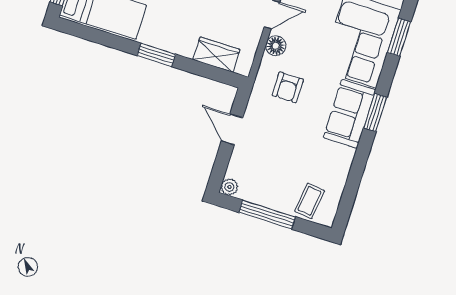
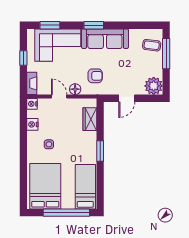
sofa: (349, 114) -> (105, 39), width x1.36
plant: (229, 187) -> (154, 86), width x1.87, depth x1.87
window: (267, 215) -> (166, 54), moved

